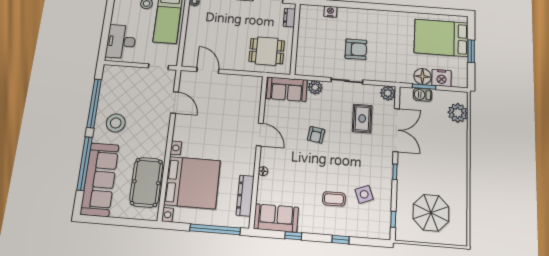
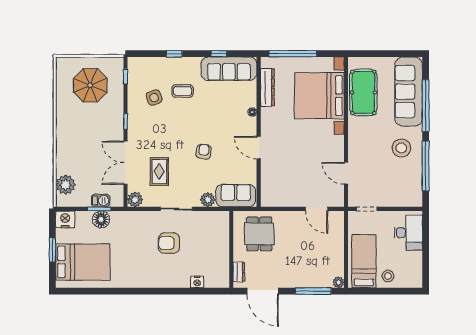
dining table: (267, 51) -> (259, 234), turned 90
nightstand: (442, 78) -> (65, 219), moved
sofa: (276, 218) -> (229, 69), width x1.36

